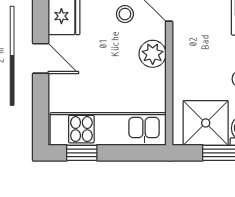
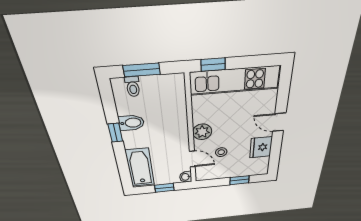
shower: (206, 123) -> (160, 91), removed
window: (82, 153) -> (213, 65), moved

